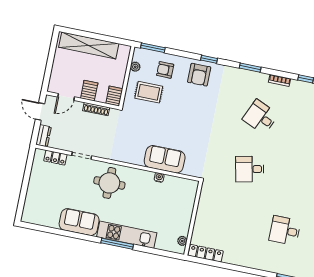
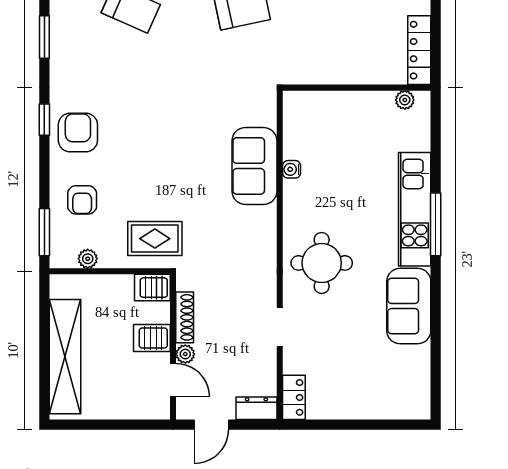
armchair: (199, 75) -> (78, 133), turned -90
rug: (149, 92) -> (155, 239), moved, turned 90
plant: (78, 106) -> (185, 354), added
locker: (55, 158) -> (294, 397), moved

